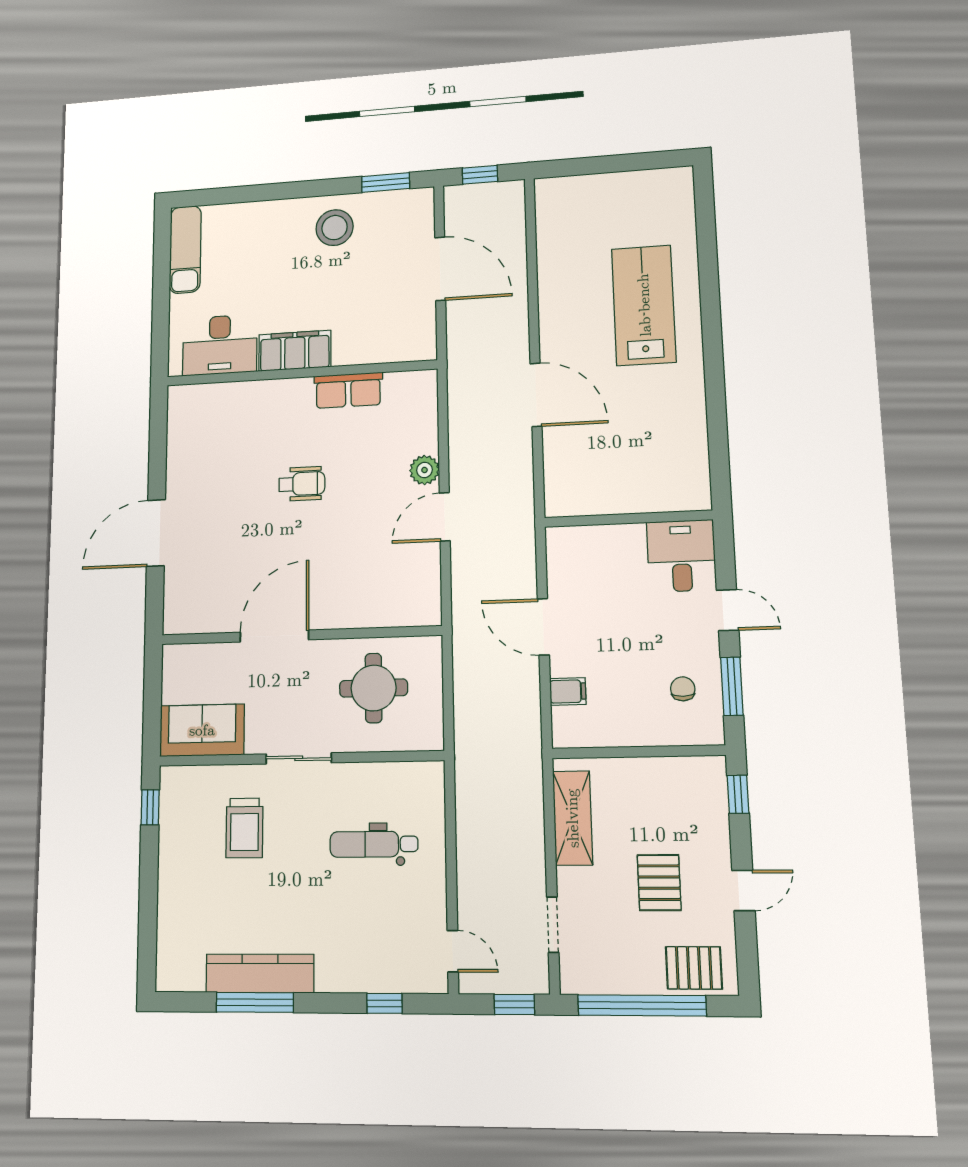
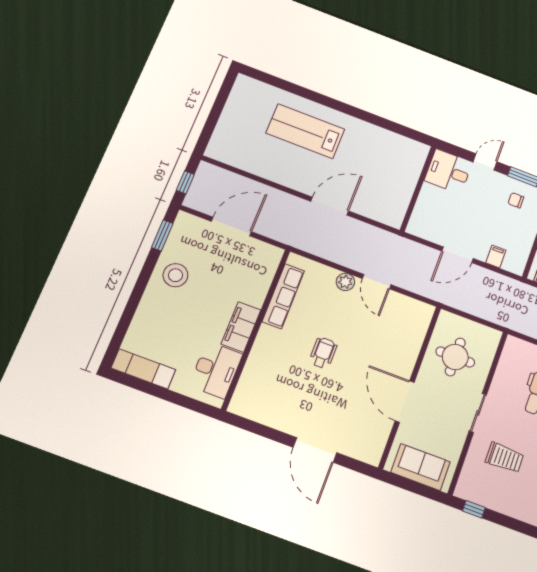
row of seats: (348, 390) -> (283, 296), width x1.48
sofa: (202, 730) -> (421, 467), moved, turned 90

